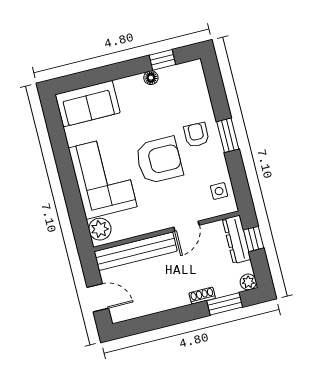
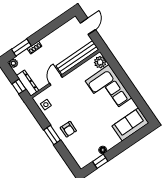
armchair: (159, 160) -> (83, 109), removed
door: (98, 298) -> (88, 26), swing flipped

